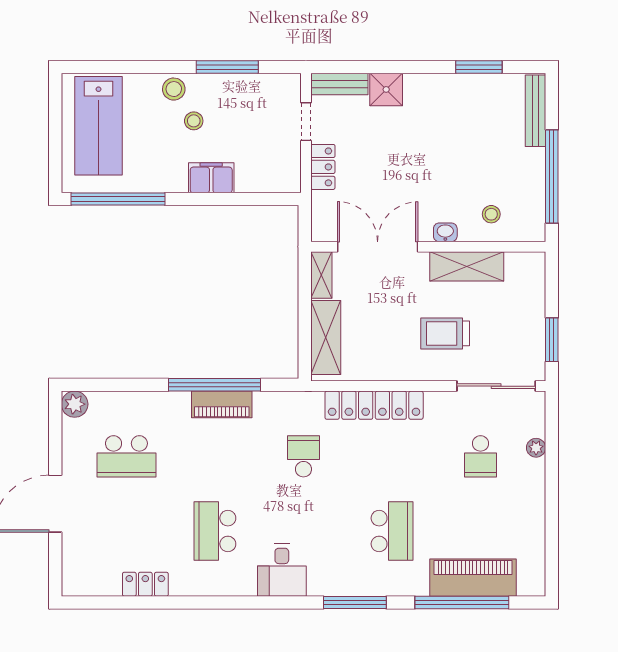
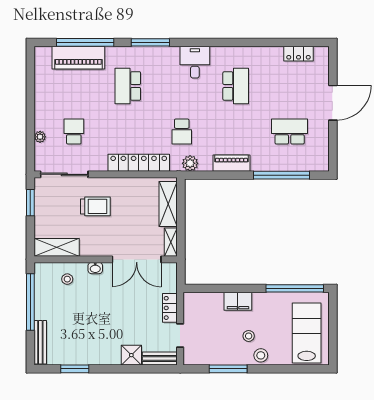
shelving: (467, 266) -> (57, 247), moved
window: (214, 385) -> (281, 175), moved
plant: (75, 404) -> (190, 163), moved
locker: (145, 584) -> (299, 54), moved

